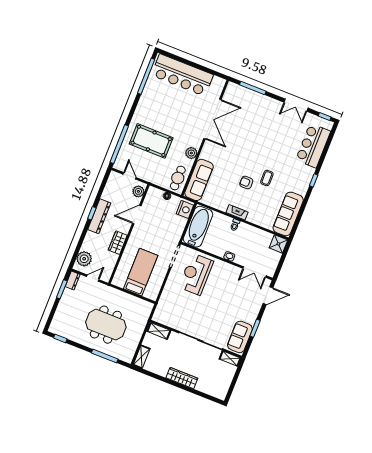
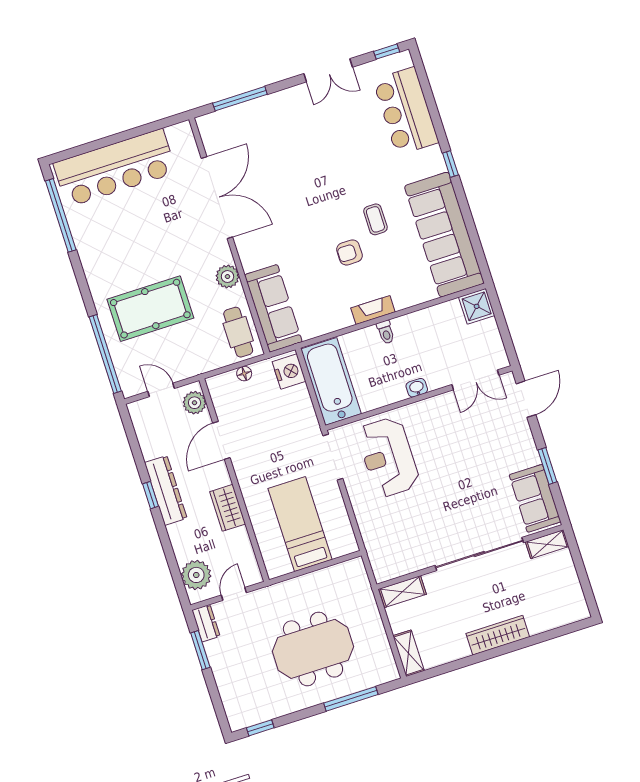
sofa: (288, 214) -> (444, 235), width x1.36, depth x1.27

